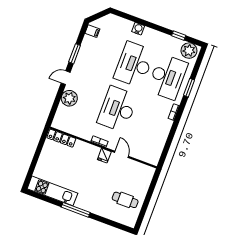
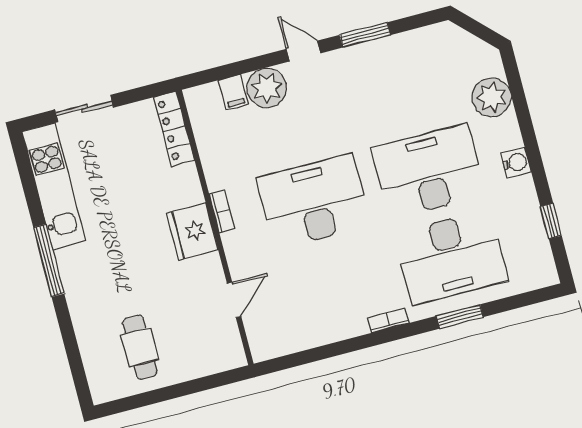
water cooler: (138, 29) -> (516, 163), moved
filing cabinet: (92, 31) -> (233, 92), moved
plant: (189, 51) -> (492, 97), moved
door: (122, 154) -> (234, 300), moved
fridge: (104, 156) -> (192, 231), width x1.88, depth x1.34
sliding door: (34, 163) -> (84, 109), added

